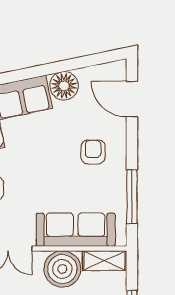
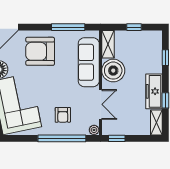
armchair: (93, 152) -> (40, 51), width x1.88, depth x1.88

